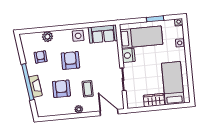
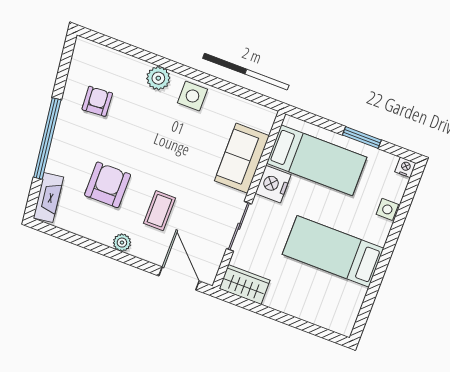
sofa: (103, 34) -> (242, 158), moved, turned 90
plant: (47, 37) -> (158, 78), moved
armchair: (70, 60) -> (153, 138), removed
bed: (173, 83) -> (333, 251), moved, turned -90
fireplace: (35, 86) -> (48, 197), moved
wardrobe: (154, 100) -> (245, 284), moved

